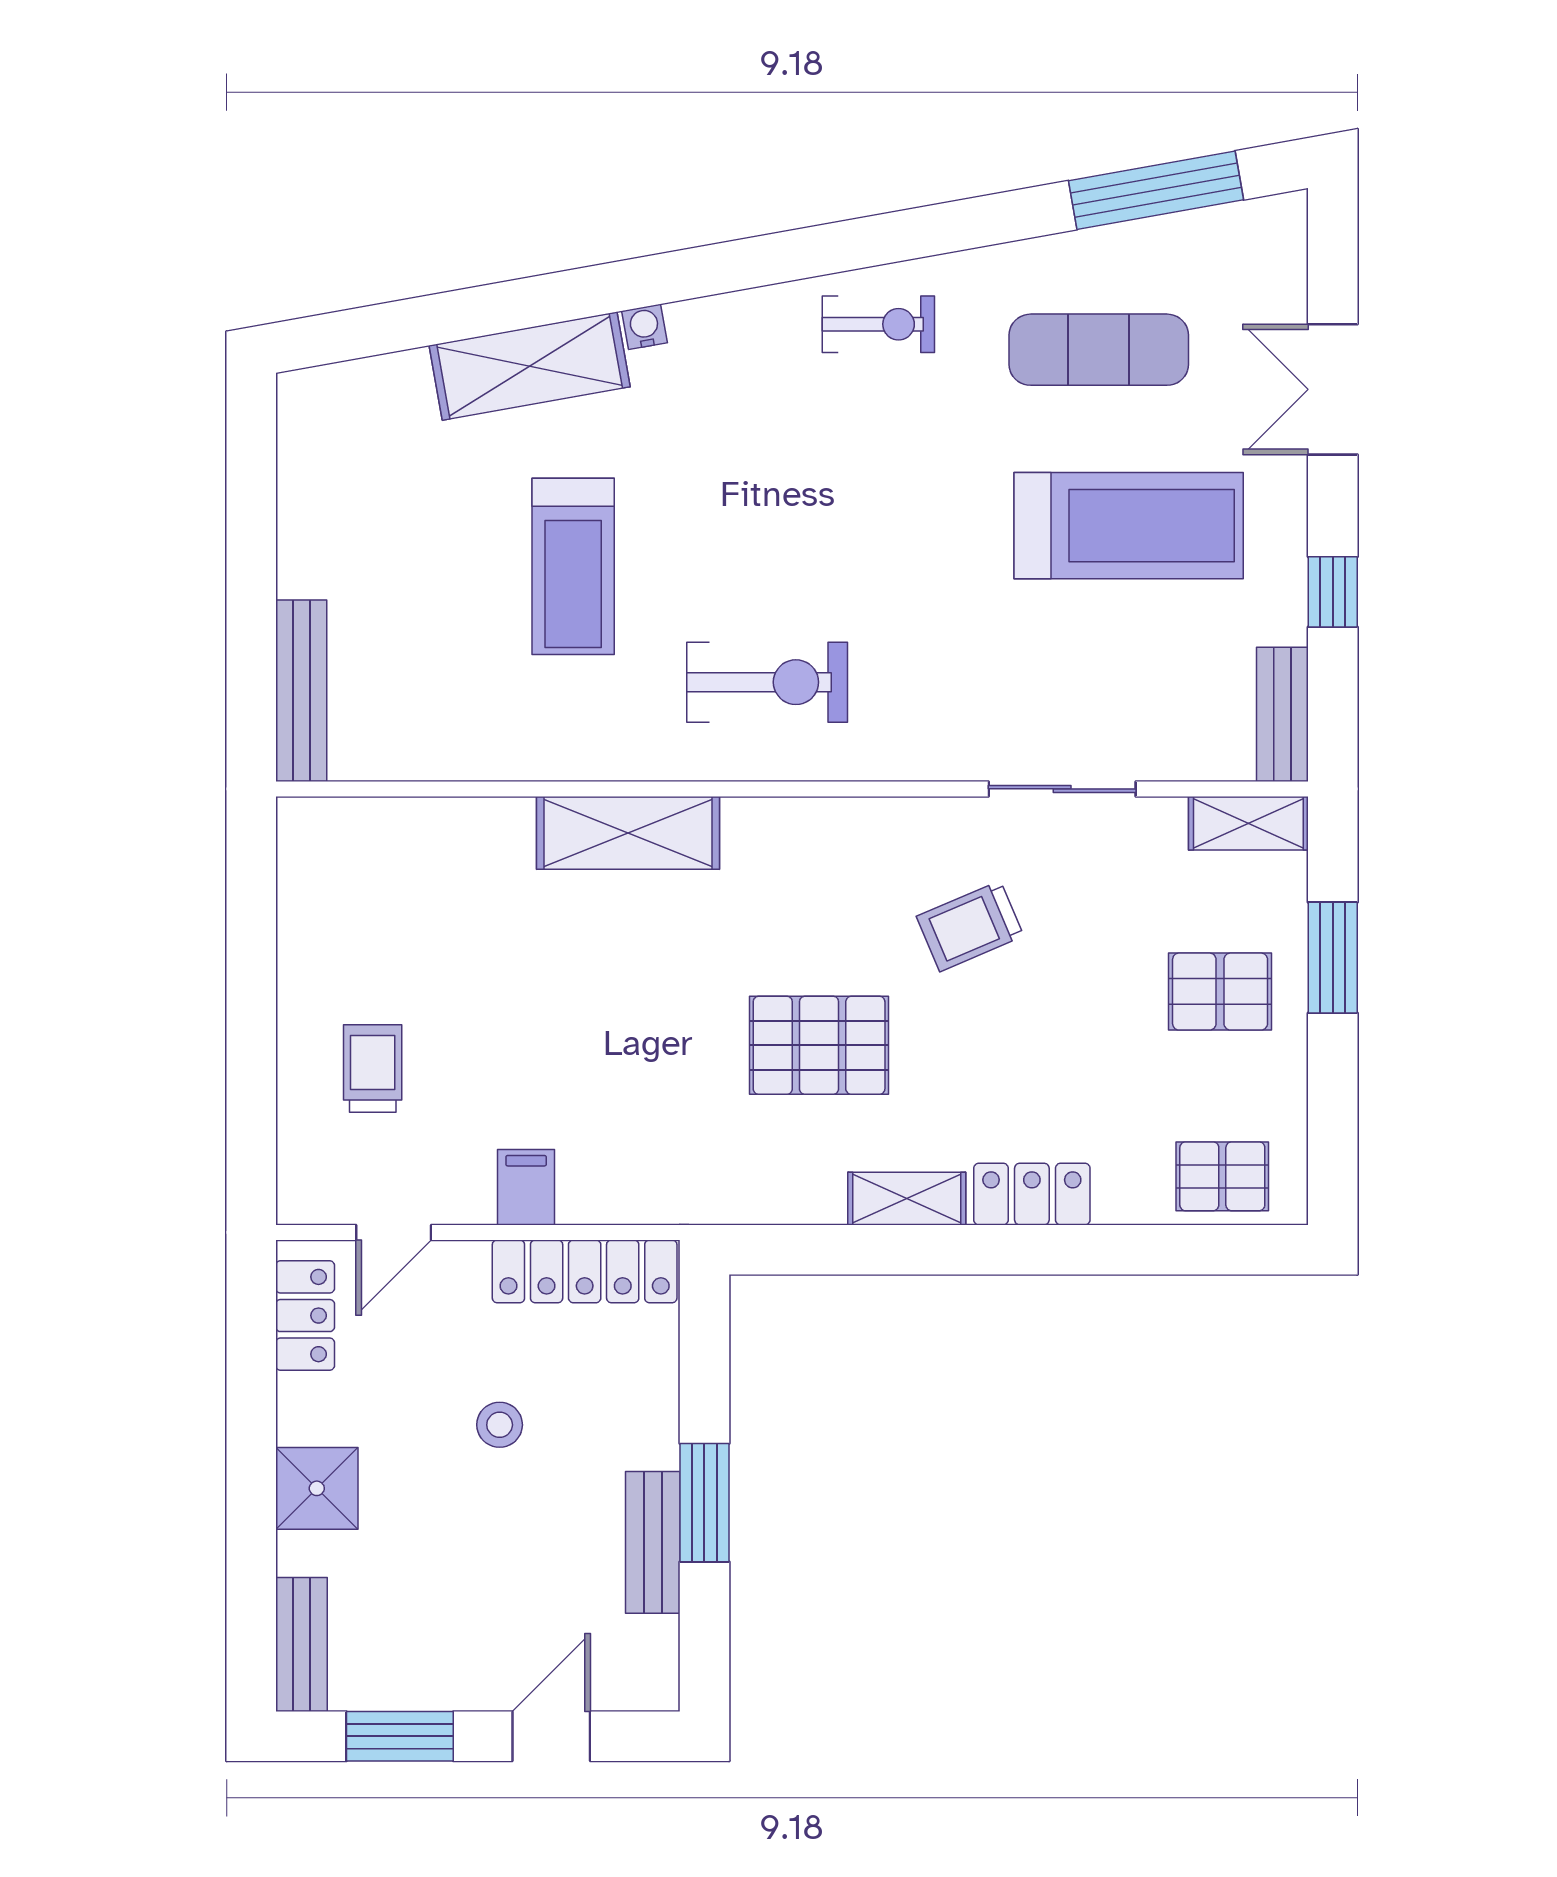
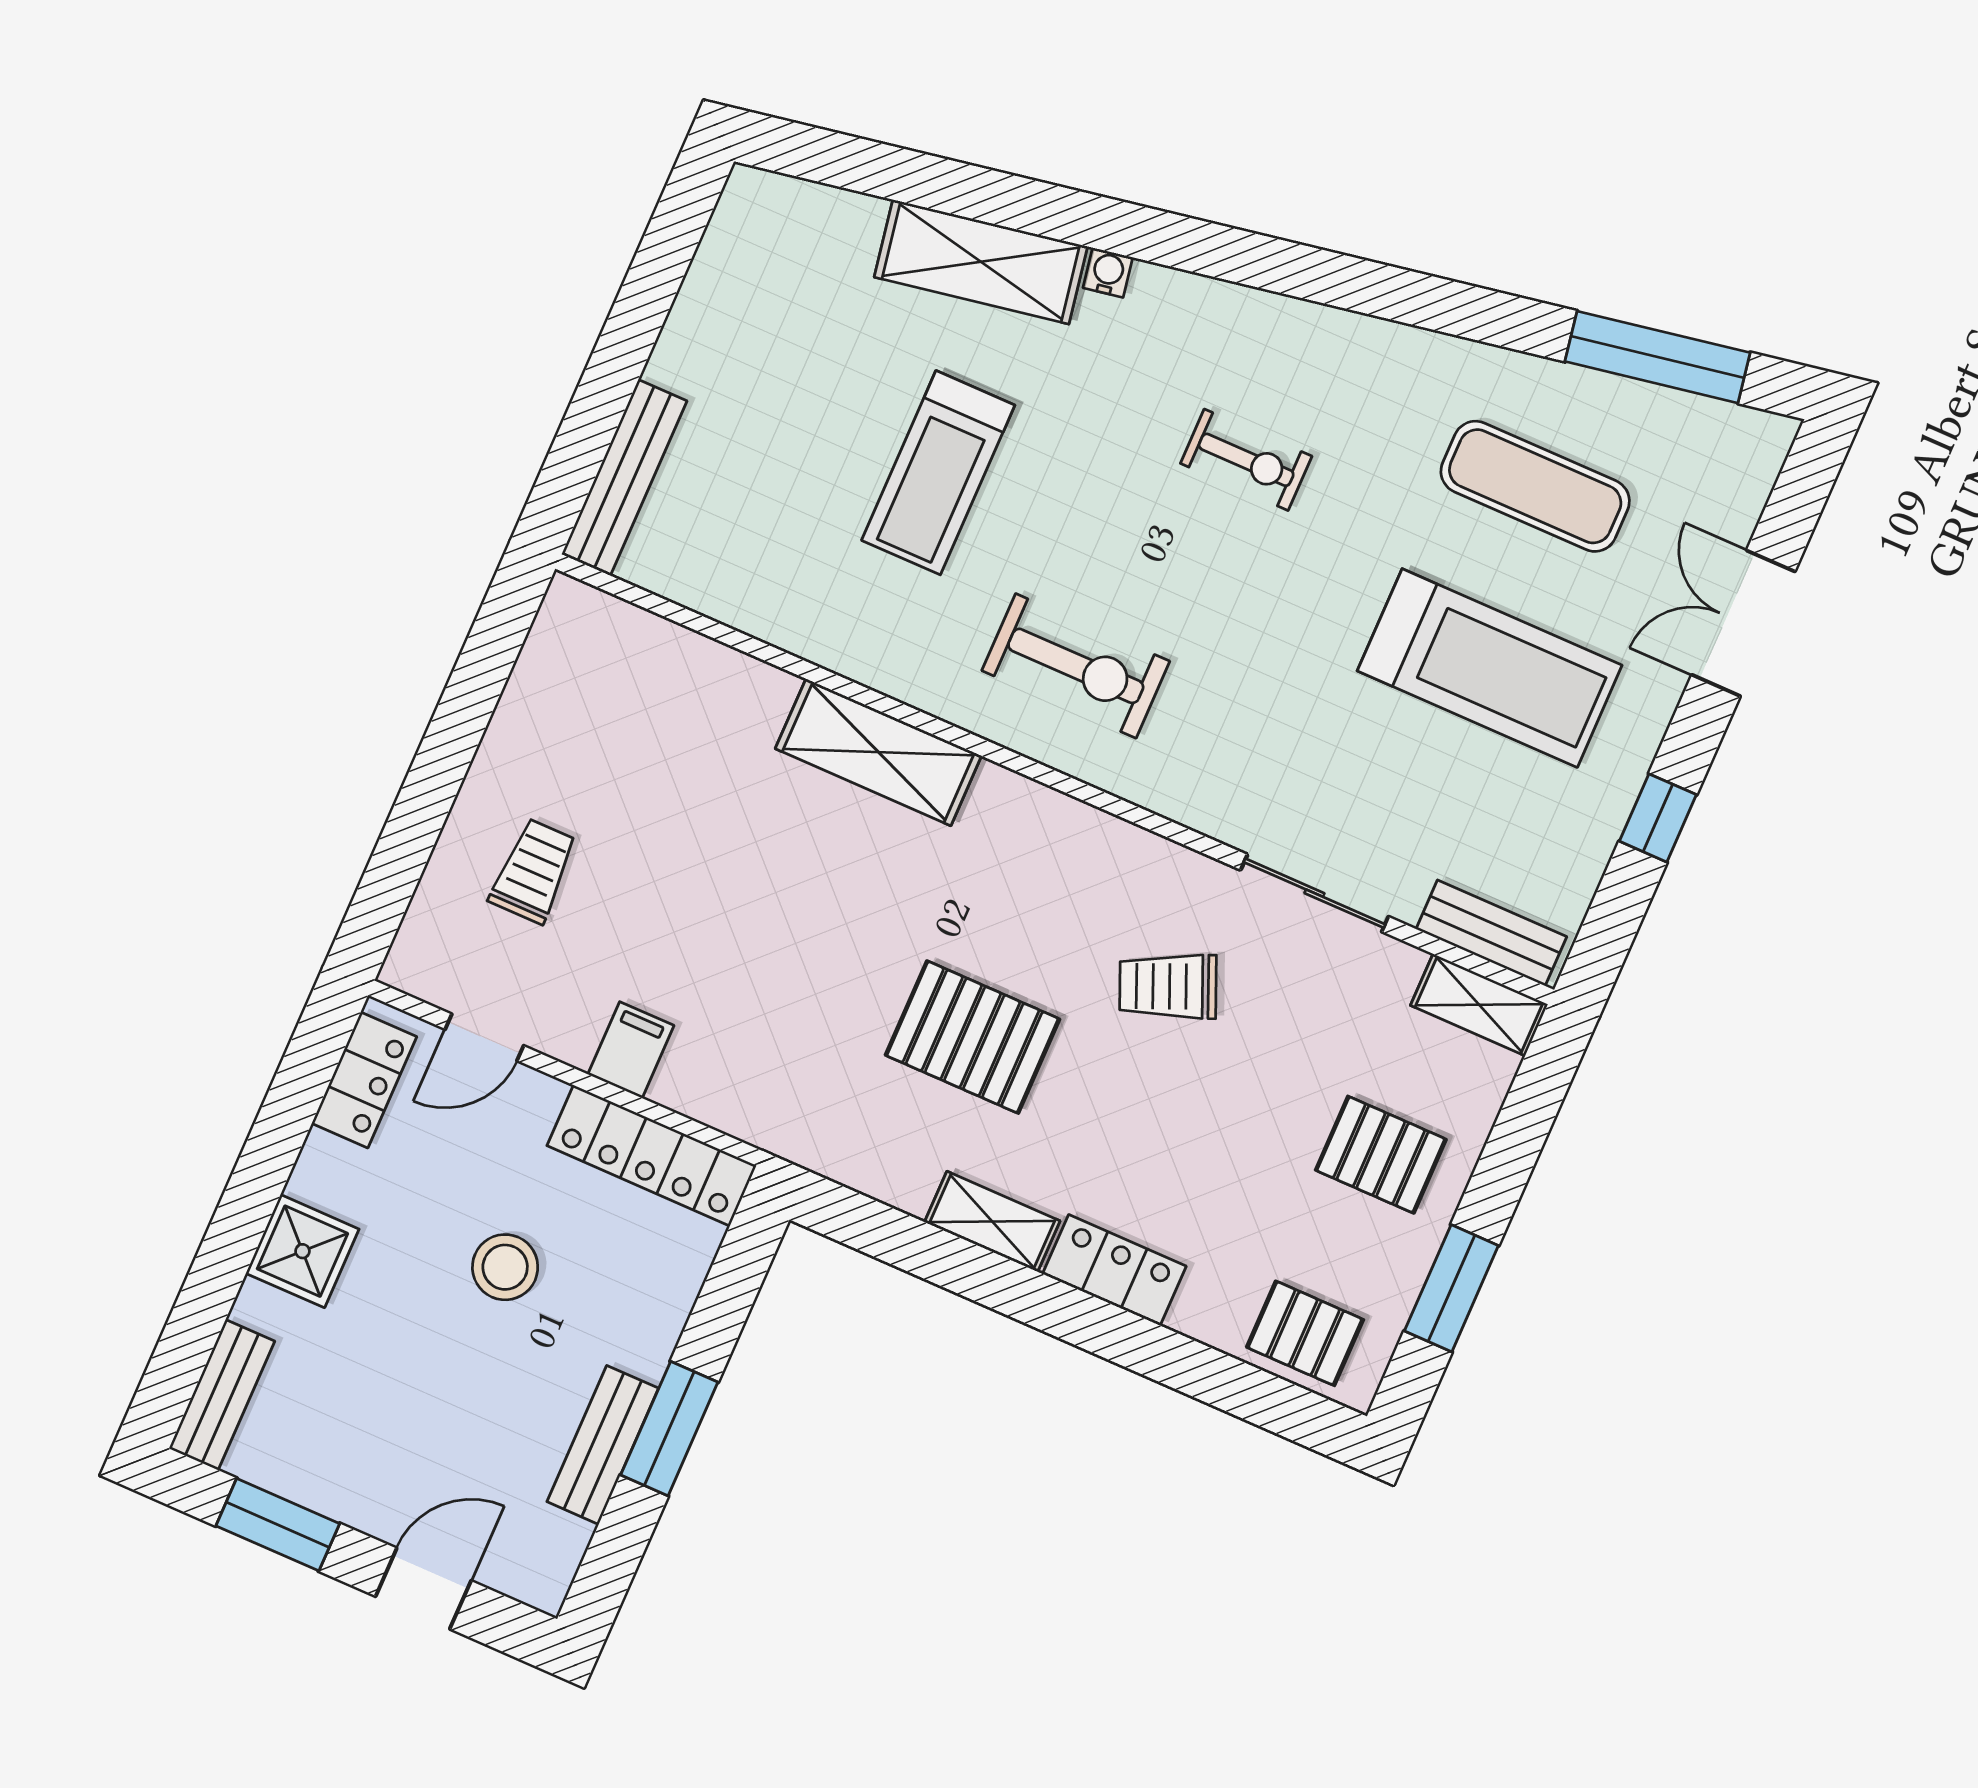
exercise bike: (878, 324) -> (1246, 460), moved
bench: (1282, 714) -> (1491, 933), moved, turned 90
window: (1333, 958) -> (1451, 1288), moved
stool: (500, 1425) -> (505, 1267), width x1.37, depth x1.37

